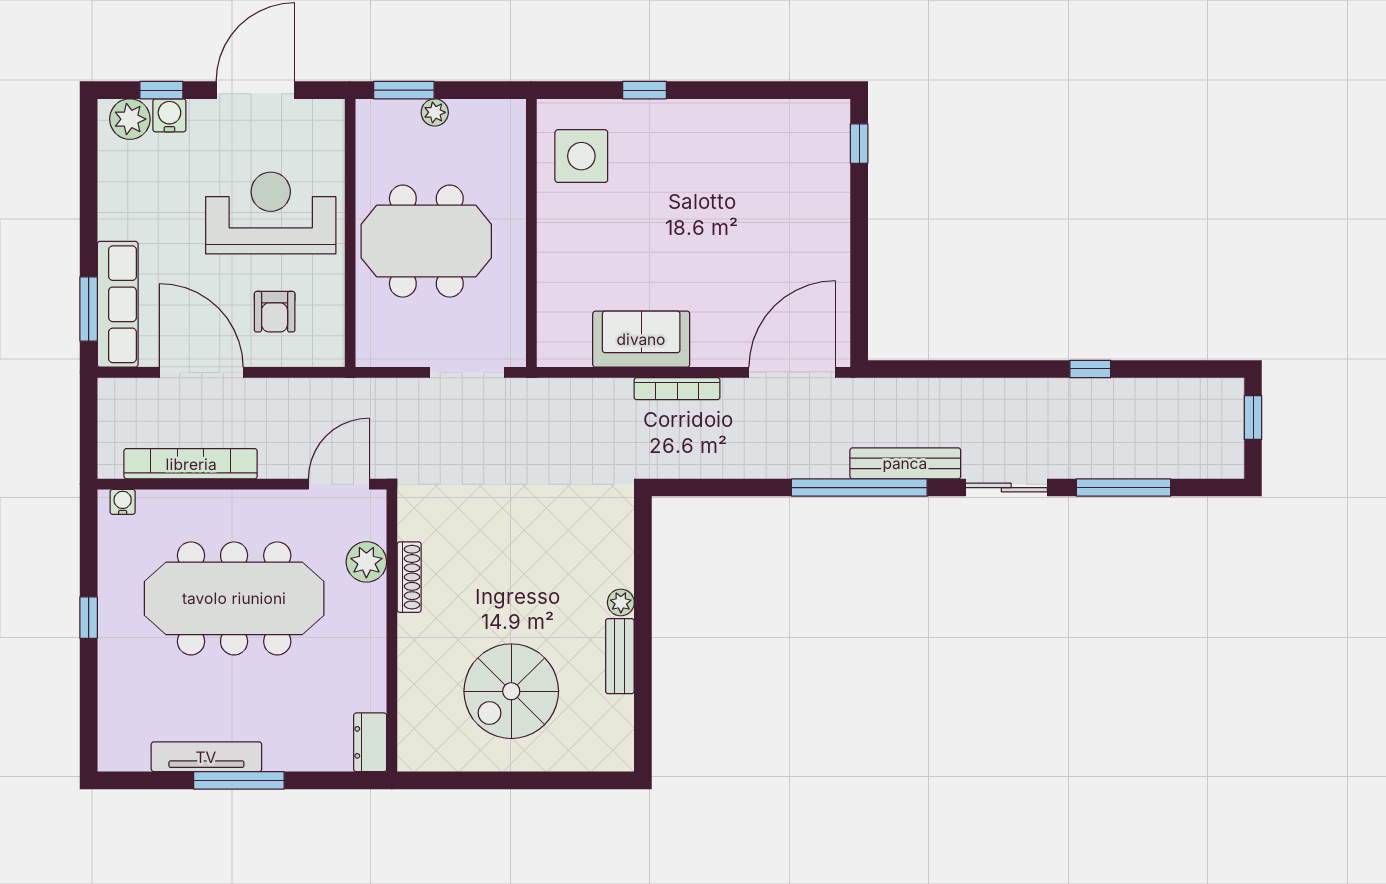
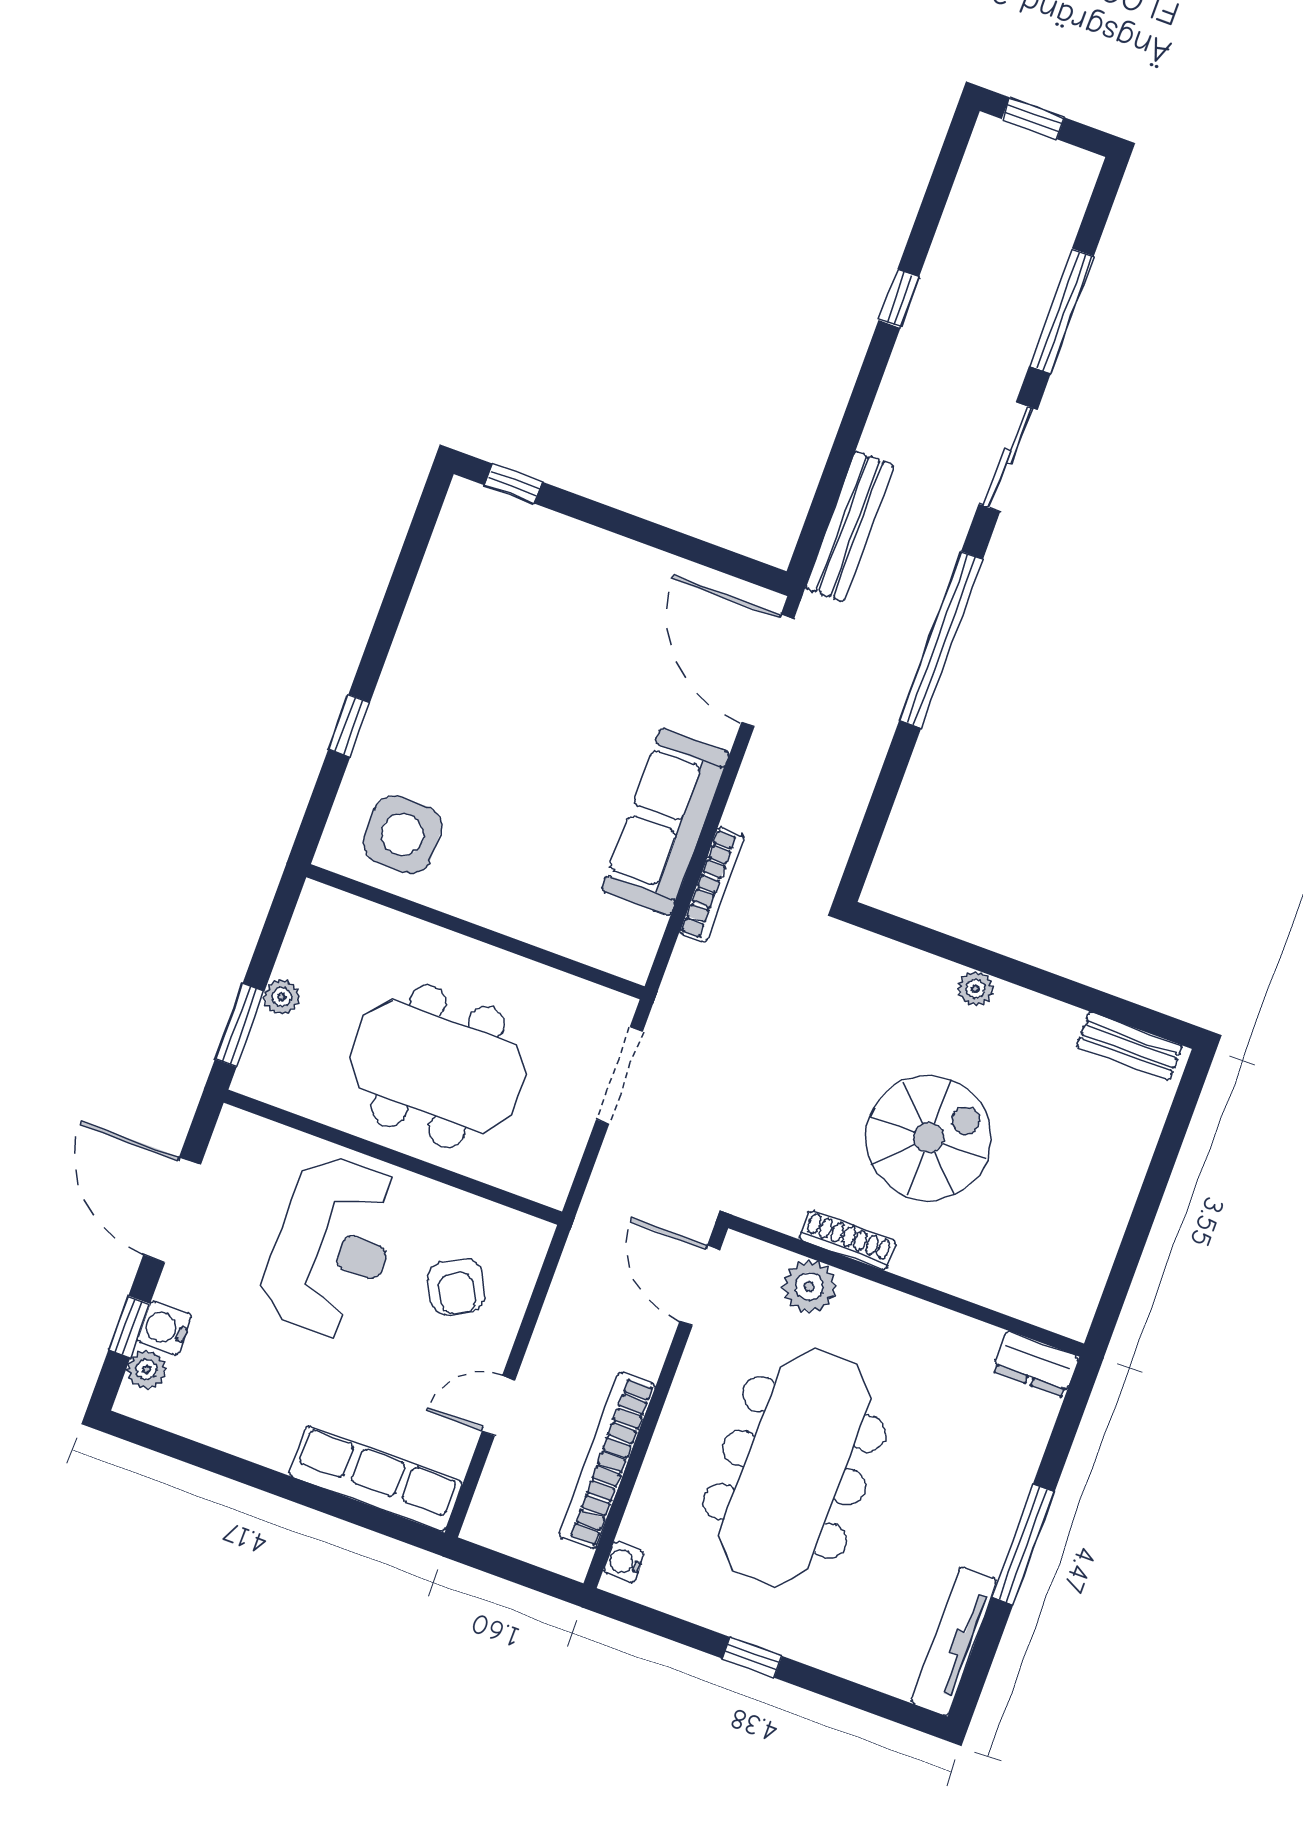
plant: (130, 119) -> (147, 1370), width x0.73, depth x0.73
reception desk: (271, 213) -> (332, 1247), turned 180
meeting table: (426, 241) -> (438, 1066), turned 90
window: (89, 309) -> (368, 1517), removed
armchair: (275, 312) -> (456, 1287), turned 62
sofa: (641, 339) -> (665, 822), width x1.36
door: (201, 372) -> (499, 1406), width x0.53
bookcase: (677, 389) -> (712, 885), moved
bench: (905, 463) -> (850, 527), moved
bench: (620, 656) -> (1129, 1046), moved
spiral stairs: (511, 691) -> (929, 1138), moved, turned -90
tv unit: (206, 757) -> (954, 1641), moved

